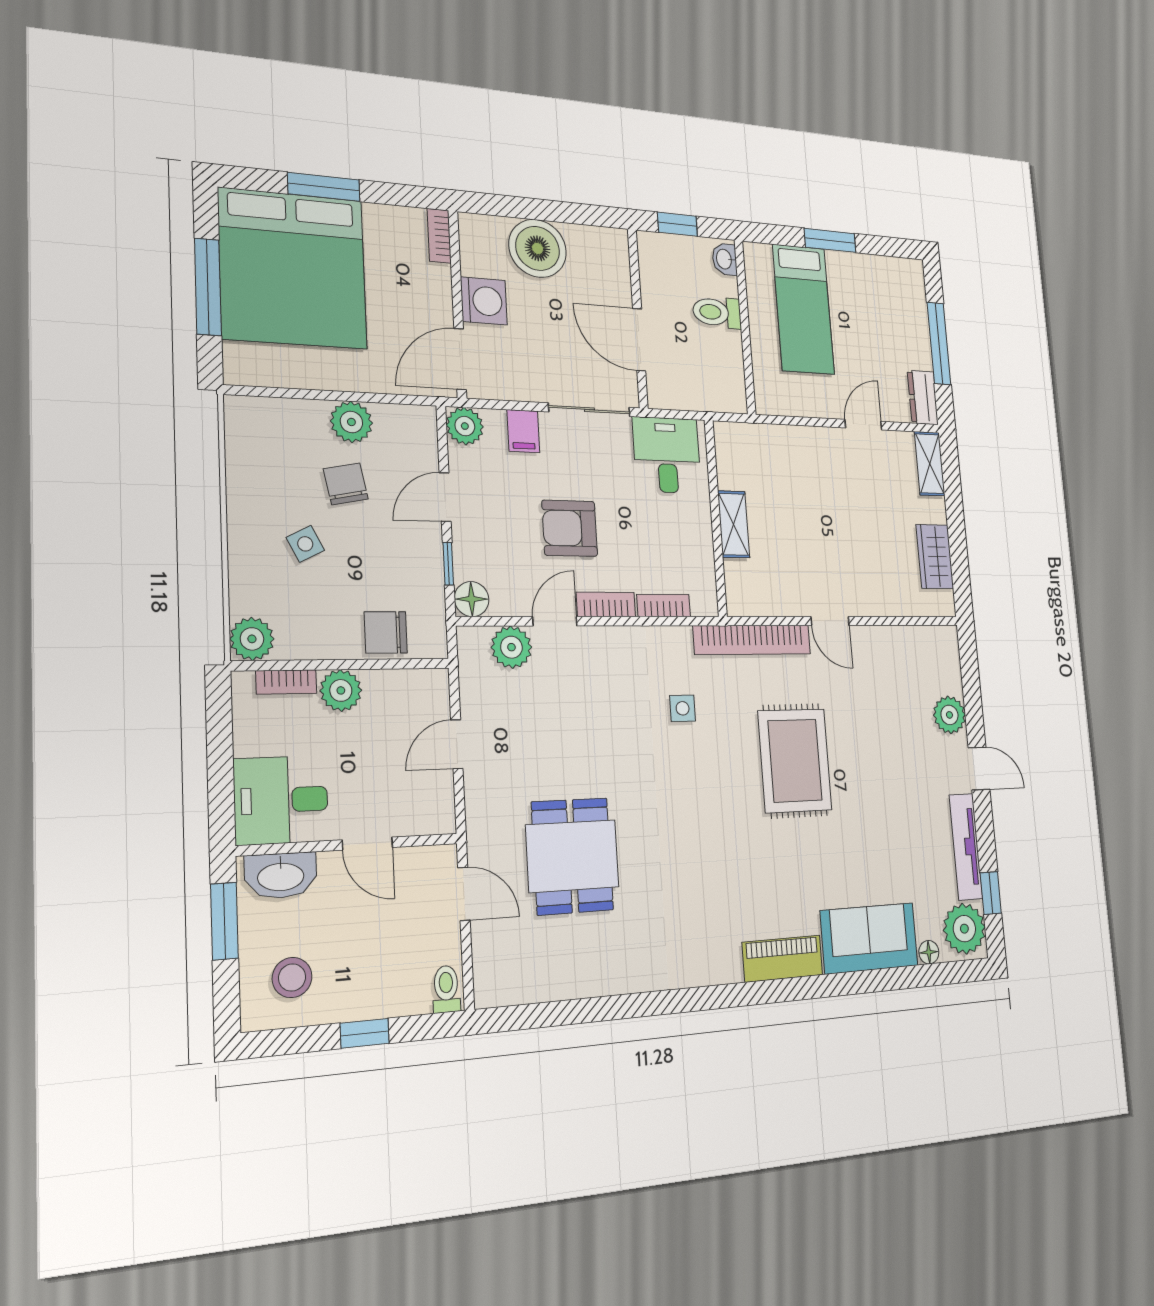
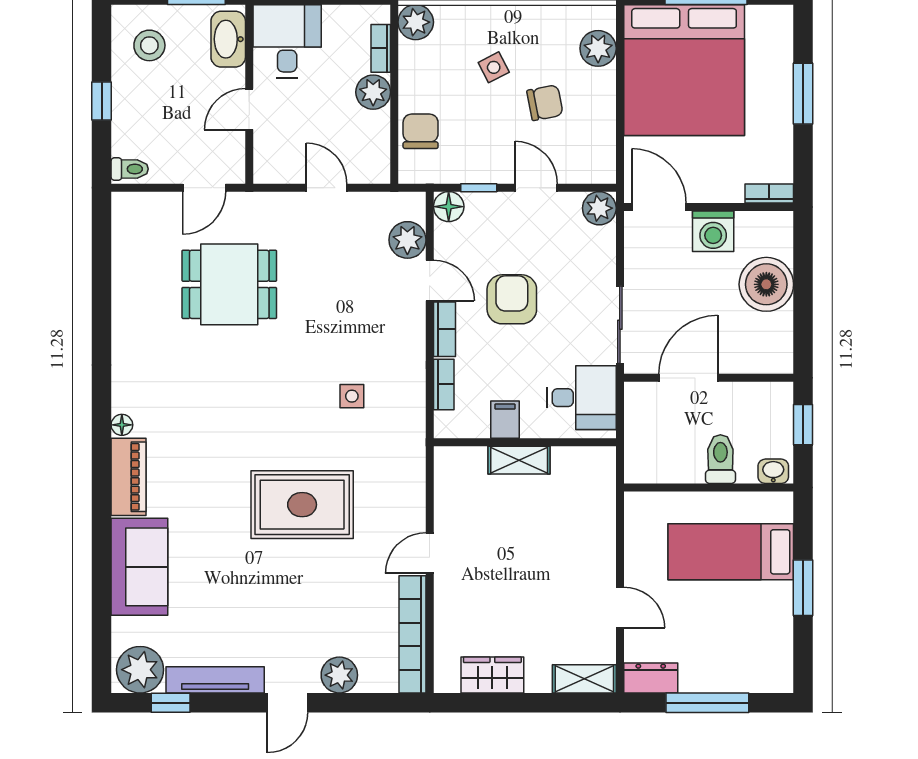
bed: (293, 269) -> (684, 70), moved, turned -90
plant: (351, 422) -> (598, 48), moved
filing cabinet: (523, 431) -> (505, 420), moved, turned 90
bookcase: (752, 640) -> (413, 634), moved
floor lamp: (929, 952) -> (122, 425), moved

